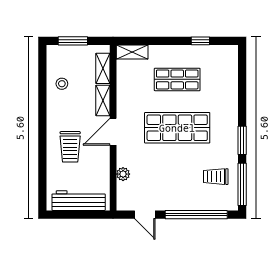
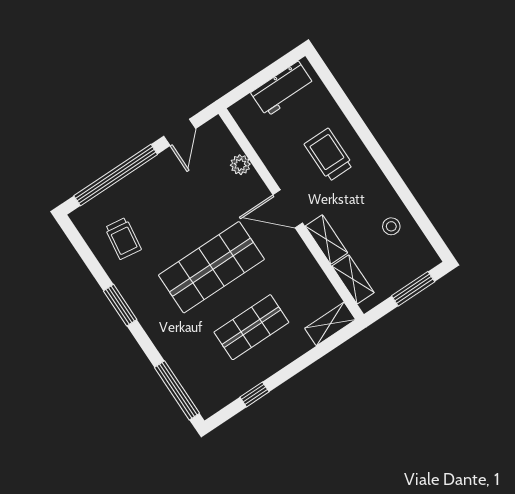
door: (113, 132) -> (288, 209), swing flipped
trolley: (216, 177) -> (123, 238), turned 98
window: (242, 184) -> (177, 390), moved
workbench: (79, 201) -> (283, 89), width x0.73
door: (145, 215) -> (180, 132), swing flipped

